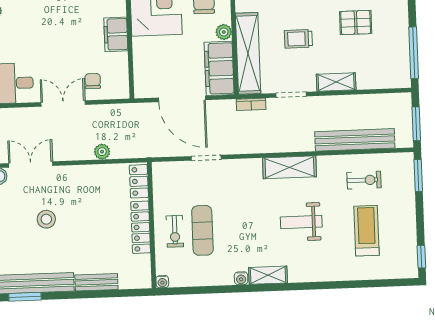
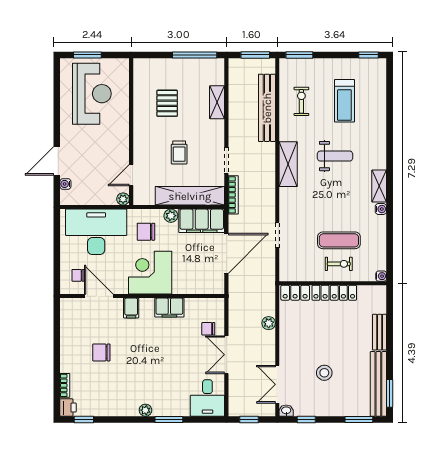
shelving: (336, 82) -> (217, 102), moved
bookcase: (251, 104) -> (233, 195), width x1.56
weight bench: (301, 222) -> (335, 156), turned -90
treadmill: (366, 231) -> (344, 101), turned -90

